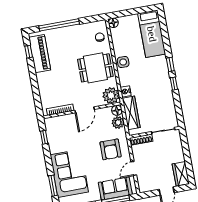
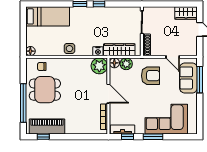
dining table: (95, 68) -> (45, 90), moved, turned 90
tv unit: (51, 131) -> (123, 130), added
window: (53, 186) -> (153, 137), moved

